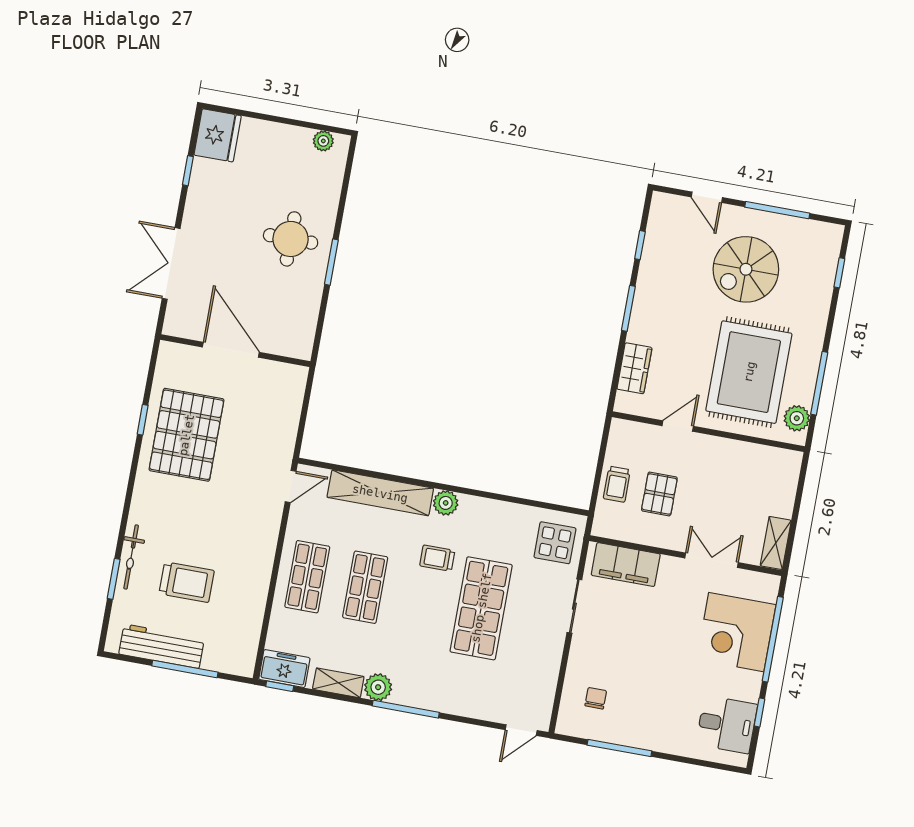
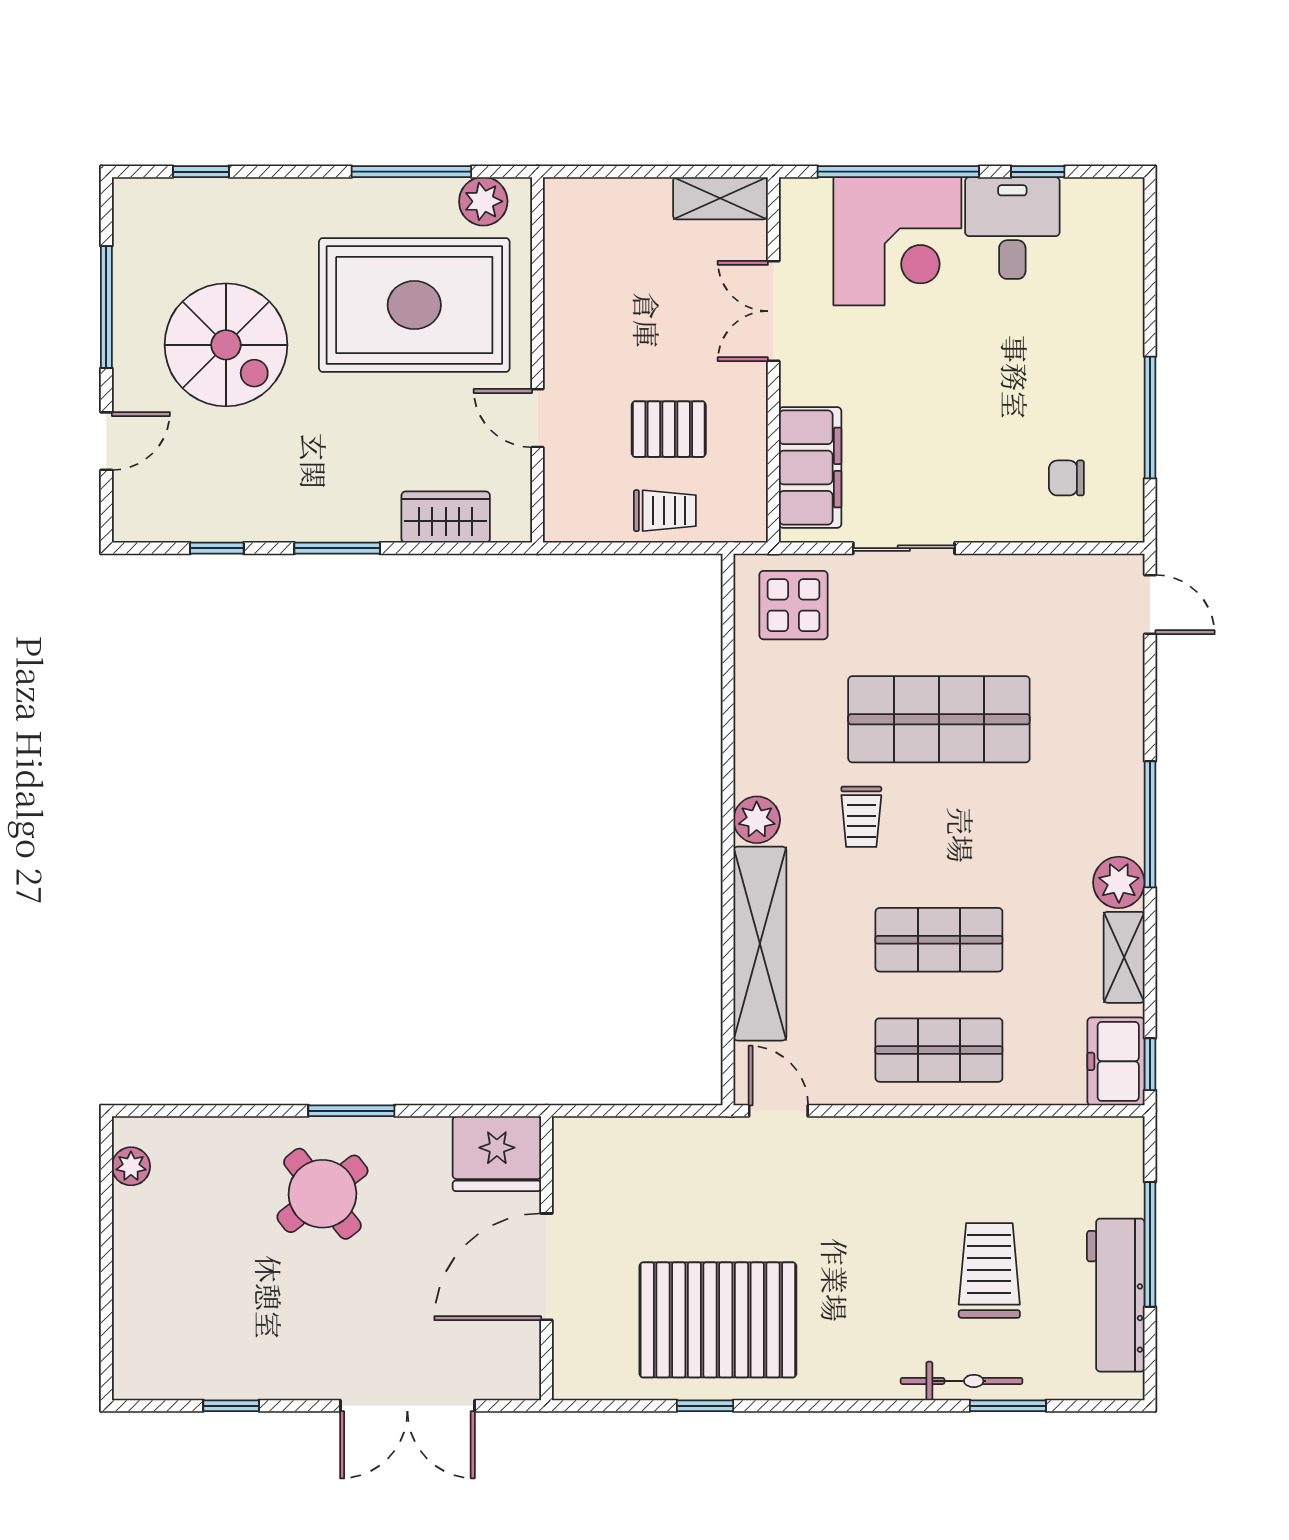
fridge: (218, 135) -> (497, 1154), moved, turned 180
round table: (291, 239) -> (322, 1194), turned -38
desk: (727, 724) -> (1012, 228), moved

